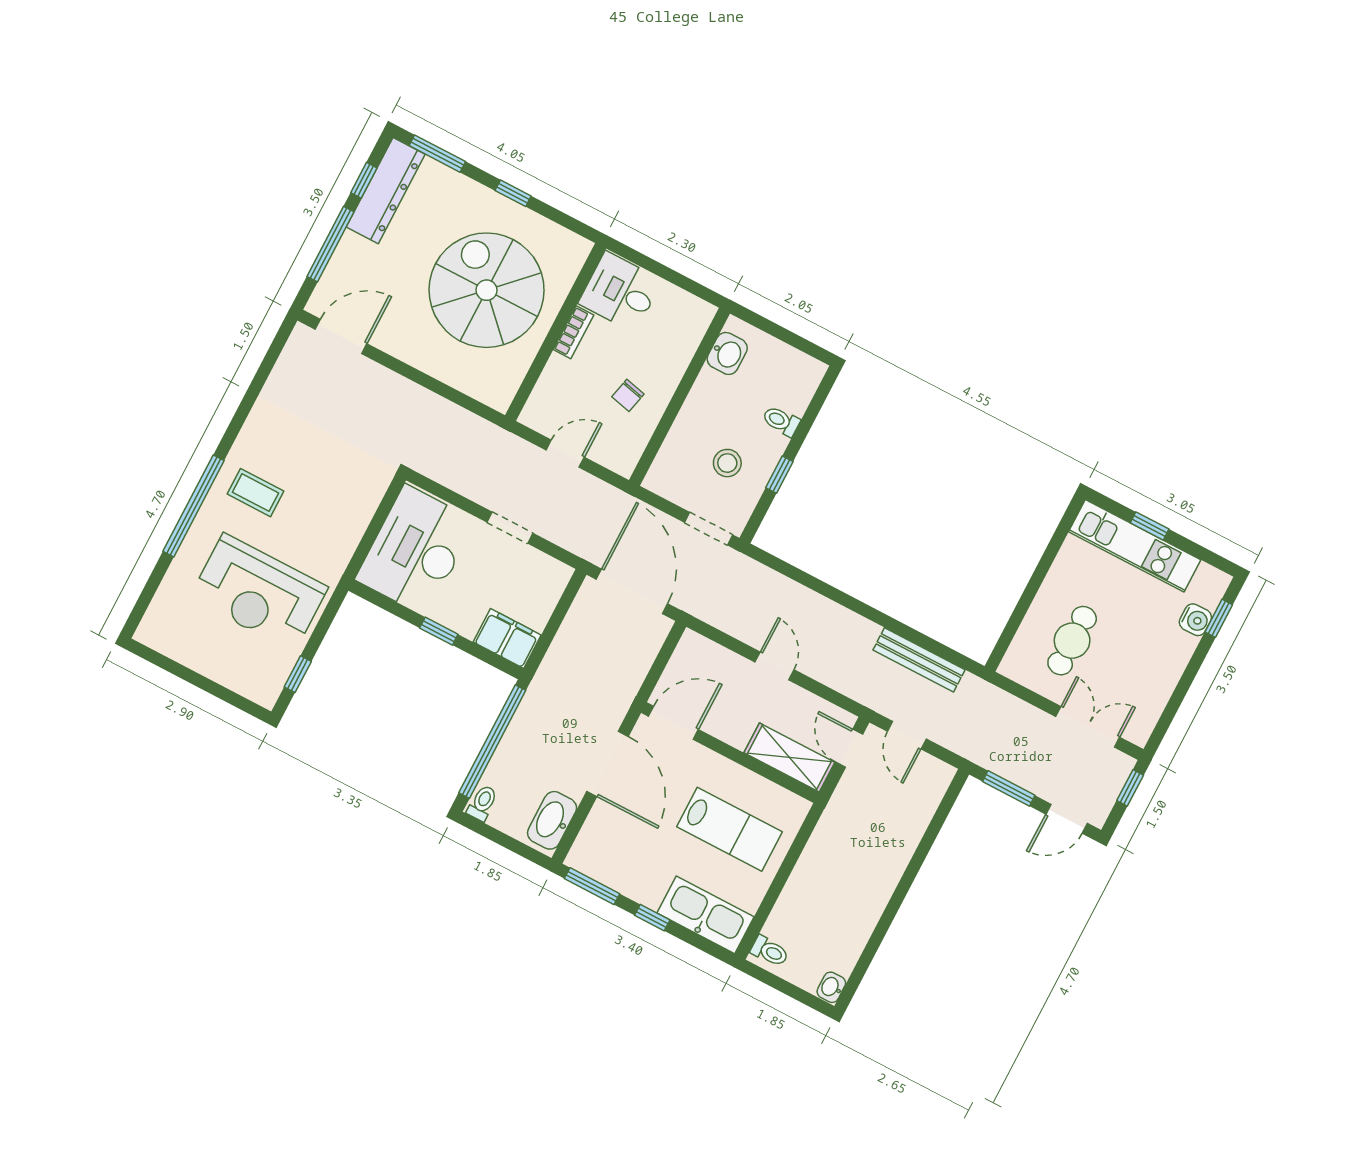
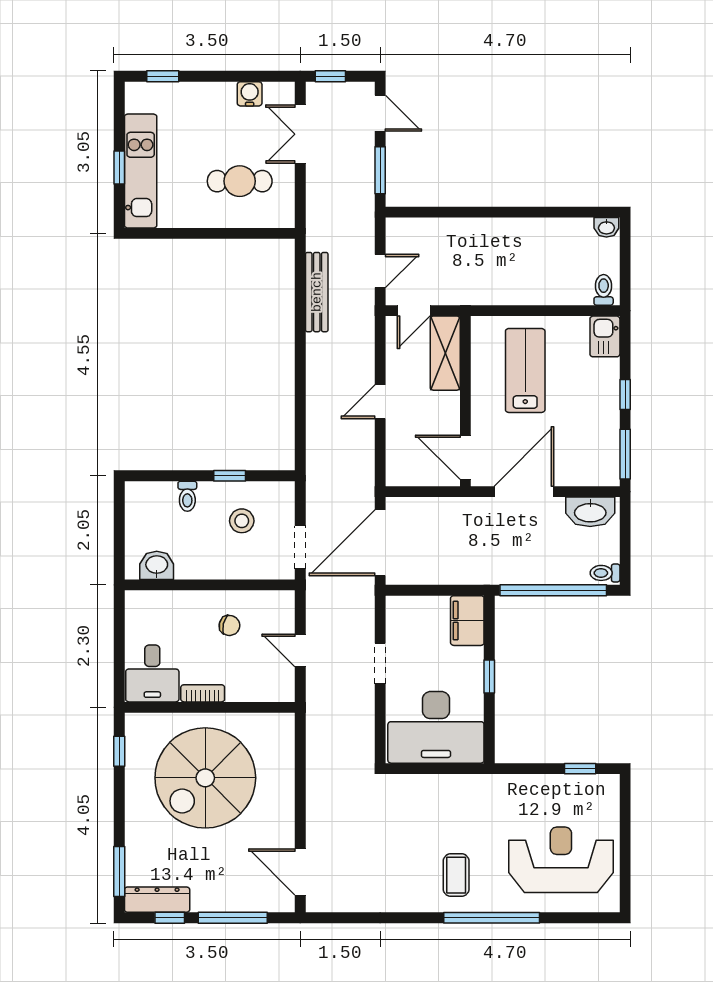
dresser: (386, 191) -> (157, 900), width x0.73, depth x0.80
window: (513, 193) -> (119, 751), moved
doorway: (709, 529) -> (300, 547), moved
reception desk: (259, 593) -> (561, 860), moved, turned -90
water cooler: (1195, 620) -> (250, 94), moved
kitchen sink: (706, 915) -> (605, 336), width x0.53, depth x0.81

